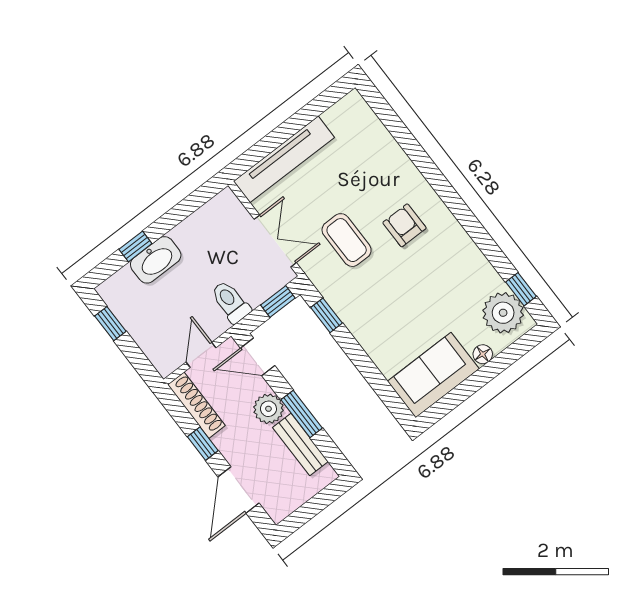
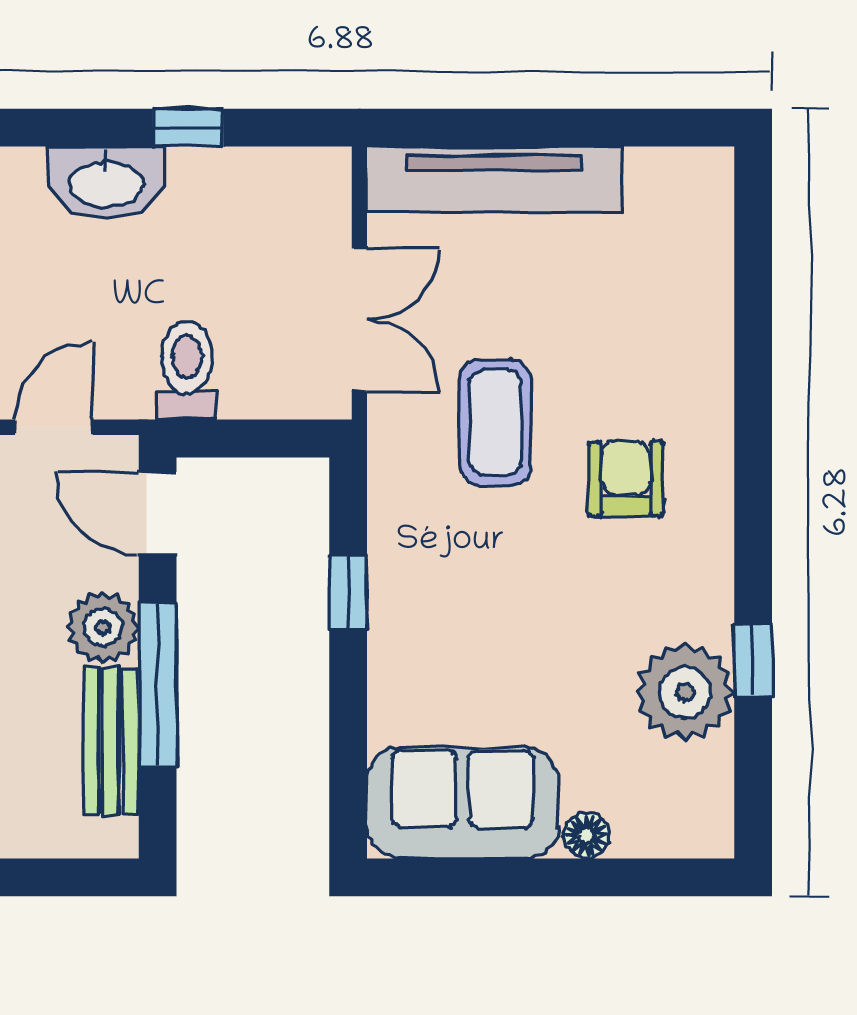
window: (135, 246) -> (188, 128), moved
window: (521, 289) -> (753, 660), moved
window: (278, 302) -> (276, 439), removed
plant: (503, 313) -> (685, 692), moved
window: (327, 315) -> (348, 593), moved
window: (302, 414) -> (158, 685), width x1.44

